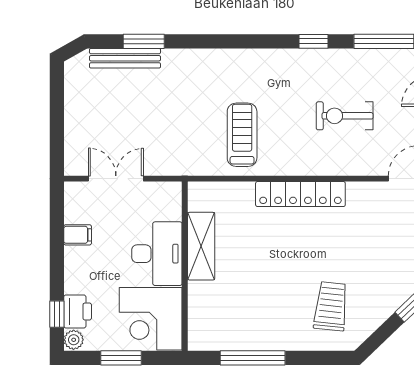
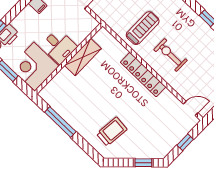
exercise bike: (345, 116) -> (170, 55), moved
desk: (157, 254) -> (59, 46), width x0.73

